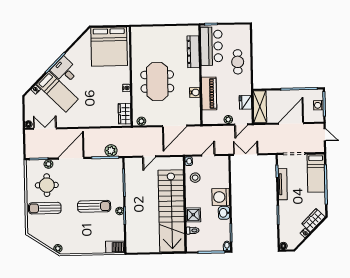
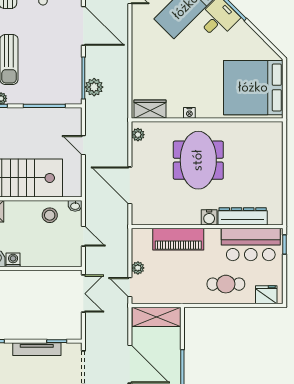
meeting table: (157, 82) -> (198, 160), turned 90
water cooler: (195, 92) -> (209, 217), moved
fridge: (245, 102) -> (266, 295), moved
washing machine: (221, 197) -> (13, 260), width x0.53, depth x0.53

